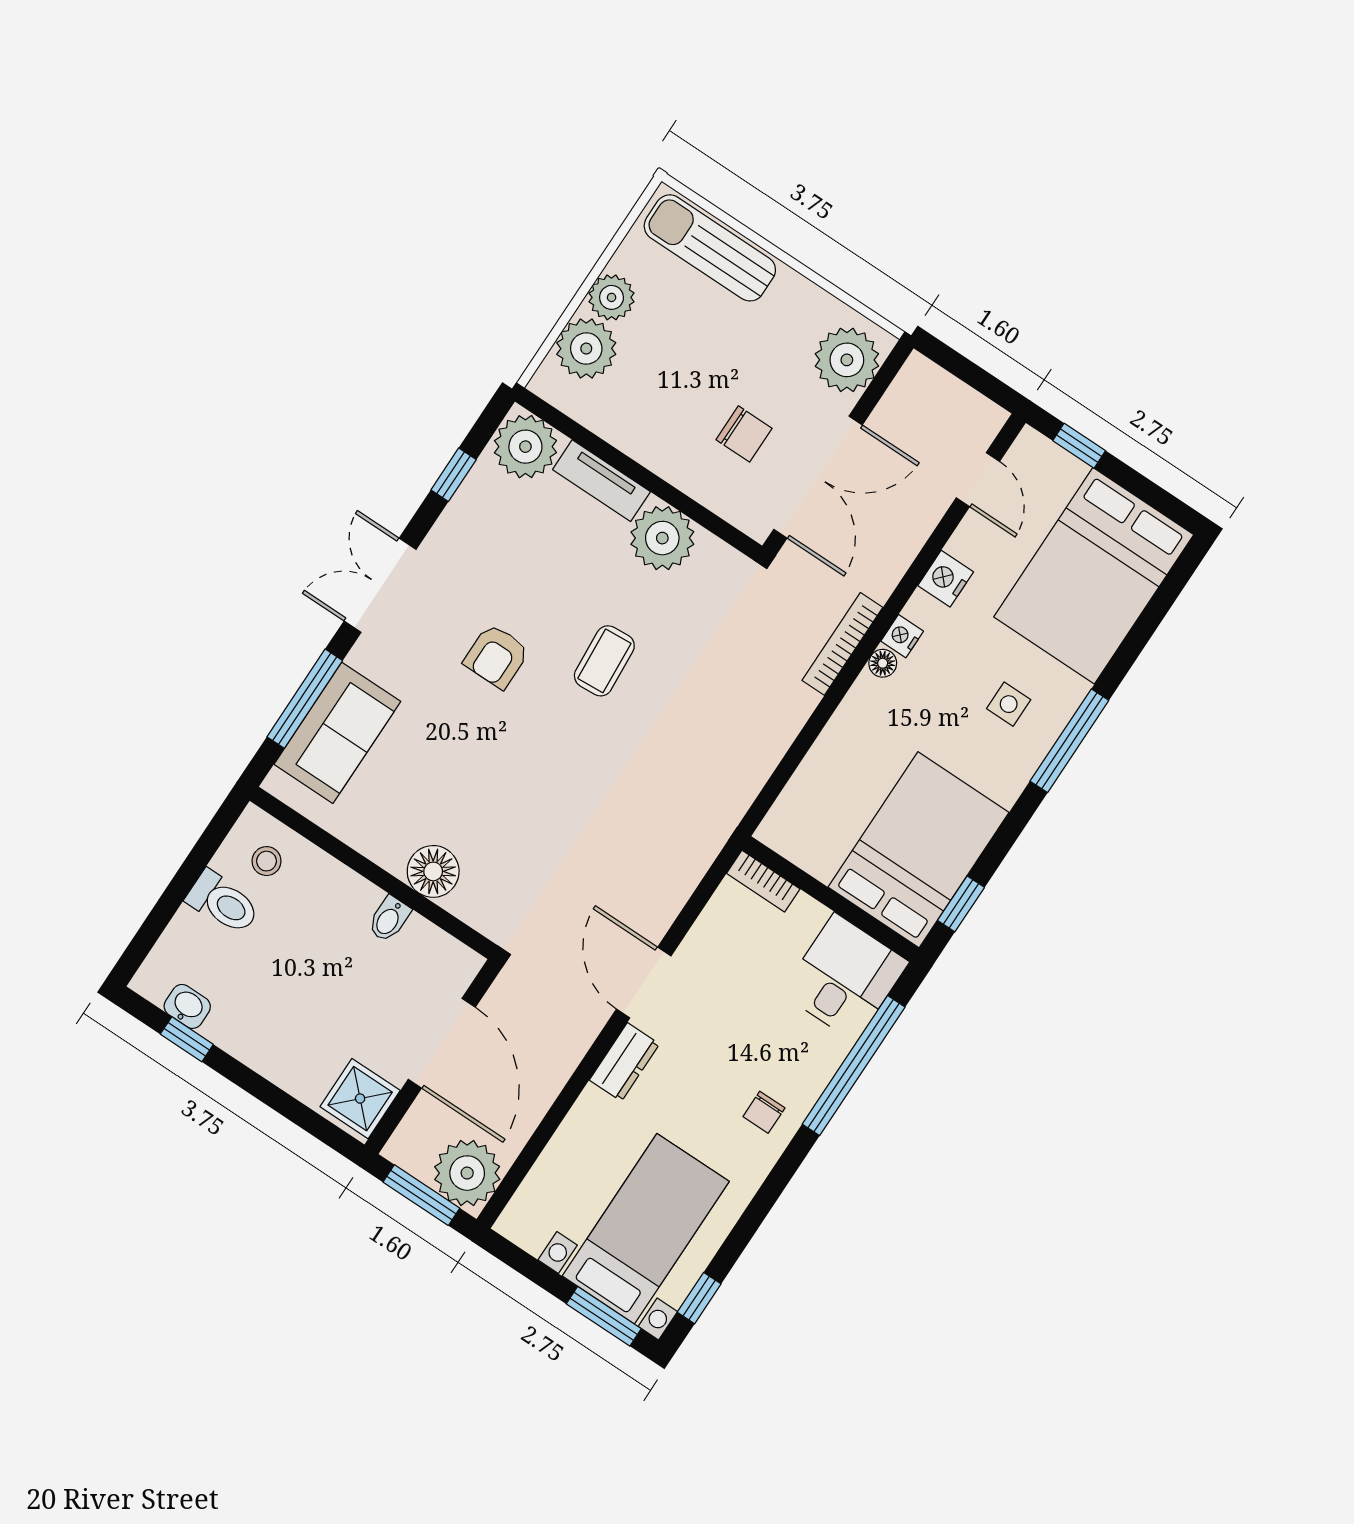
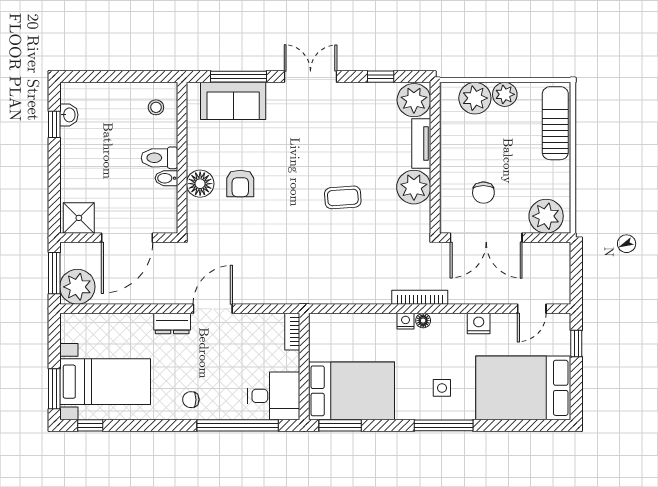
nightstand: (902, 636) -> (406, 321), moved
armchair: (496, 656) -> (240, 183), moved, turned -90
toilet: (223, 903) -> (159, 158), moved, turned 90
window: (961, 904) -> (340, 425), width x1.50

